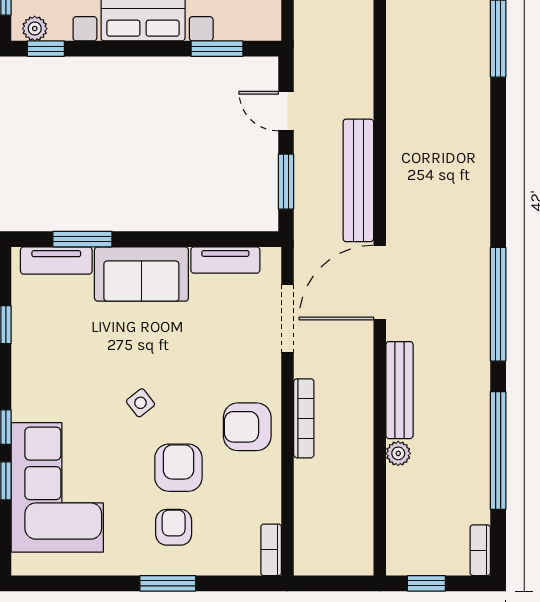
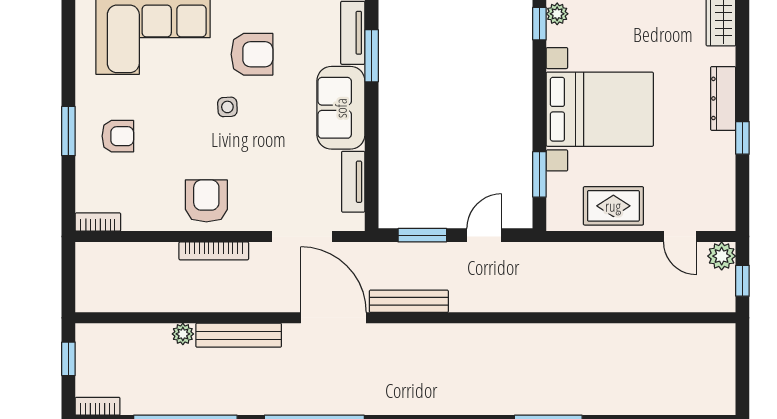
bench: (358, 180) -> (409, 301), width x0.73, depth x0.82
side table: (140, 403) -> (227, 107), turned 35
armchair: (178, 468) -> (252, 54), moved

